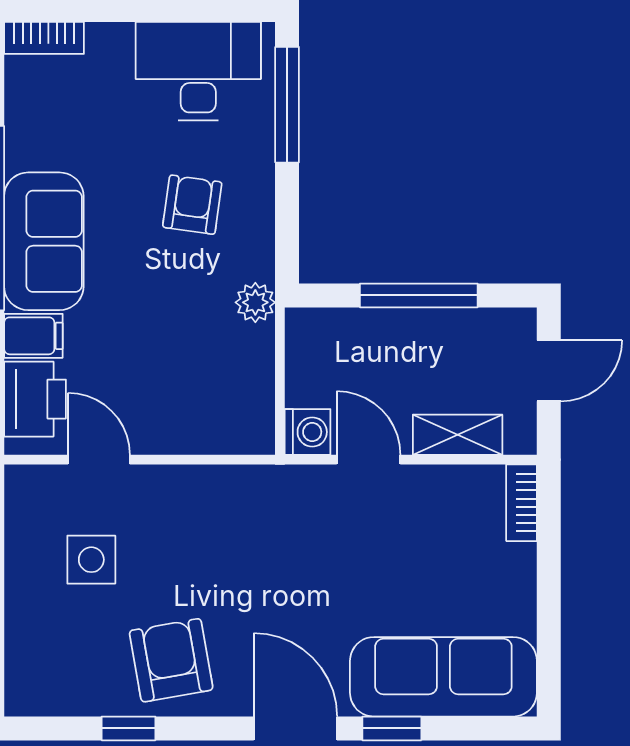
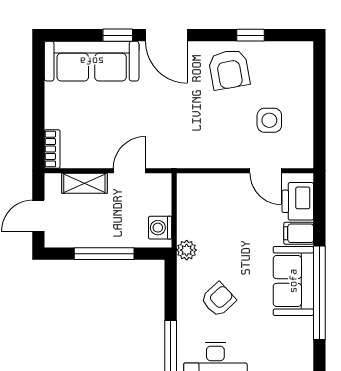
armchair: (192, 205) -> (218, 299), turned -141
washing machine: (308, 432) -> (160, 228), moved
door: (369, 460) -> (129, 171), swing flipped

